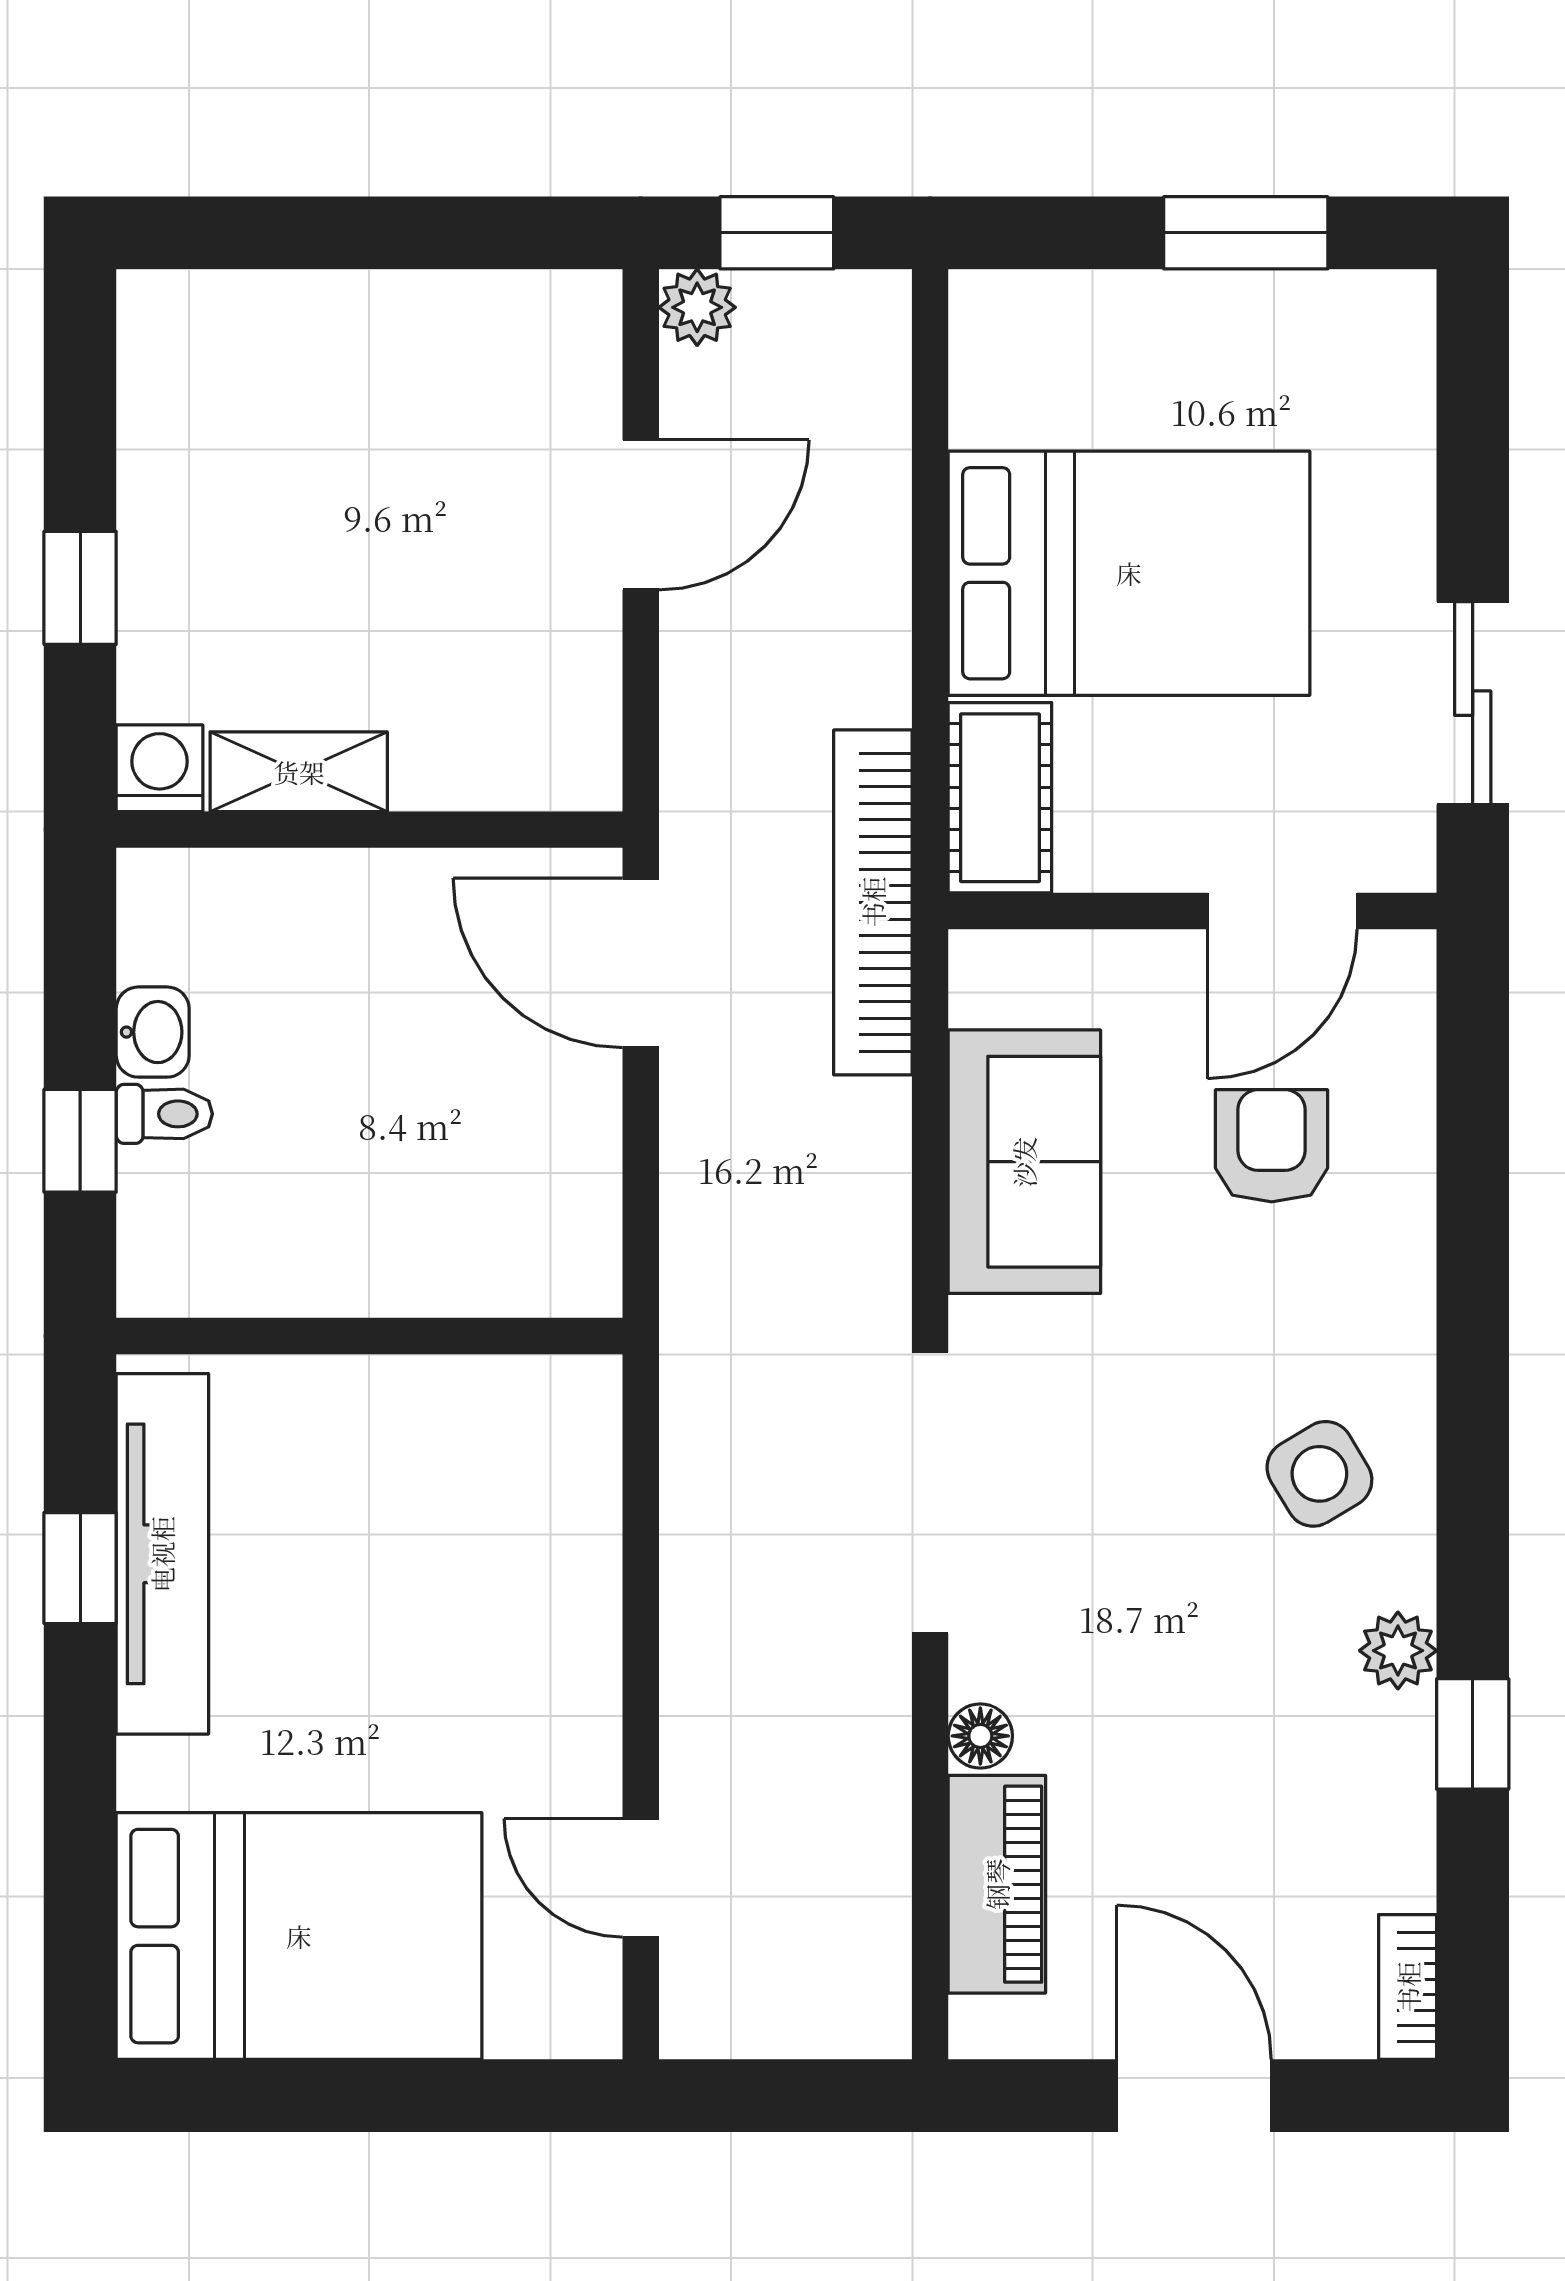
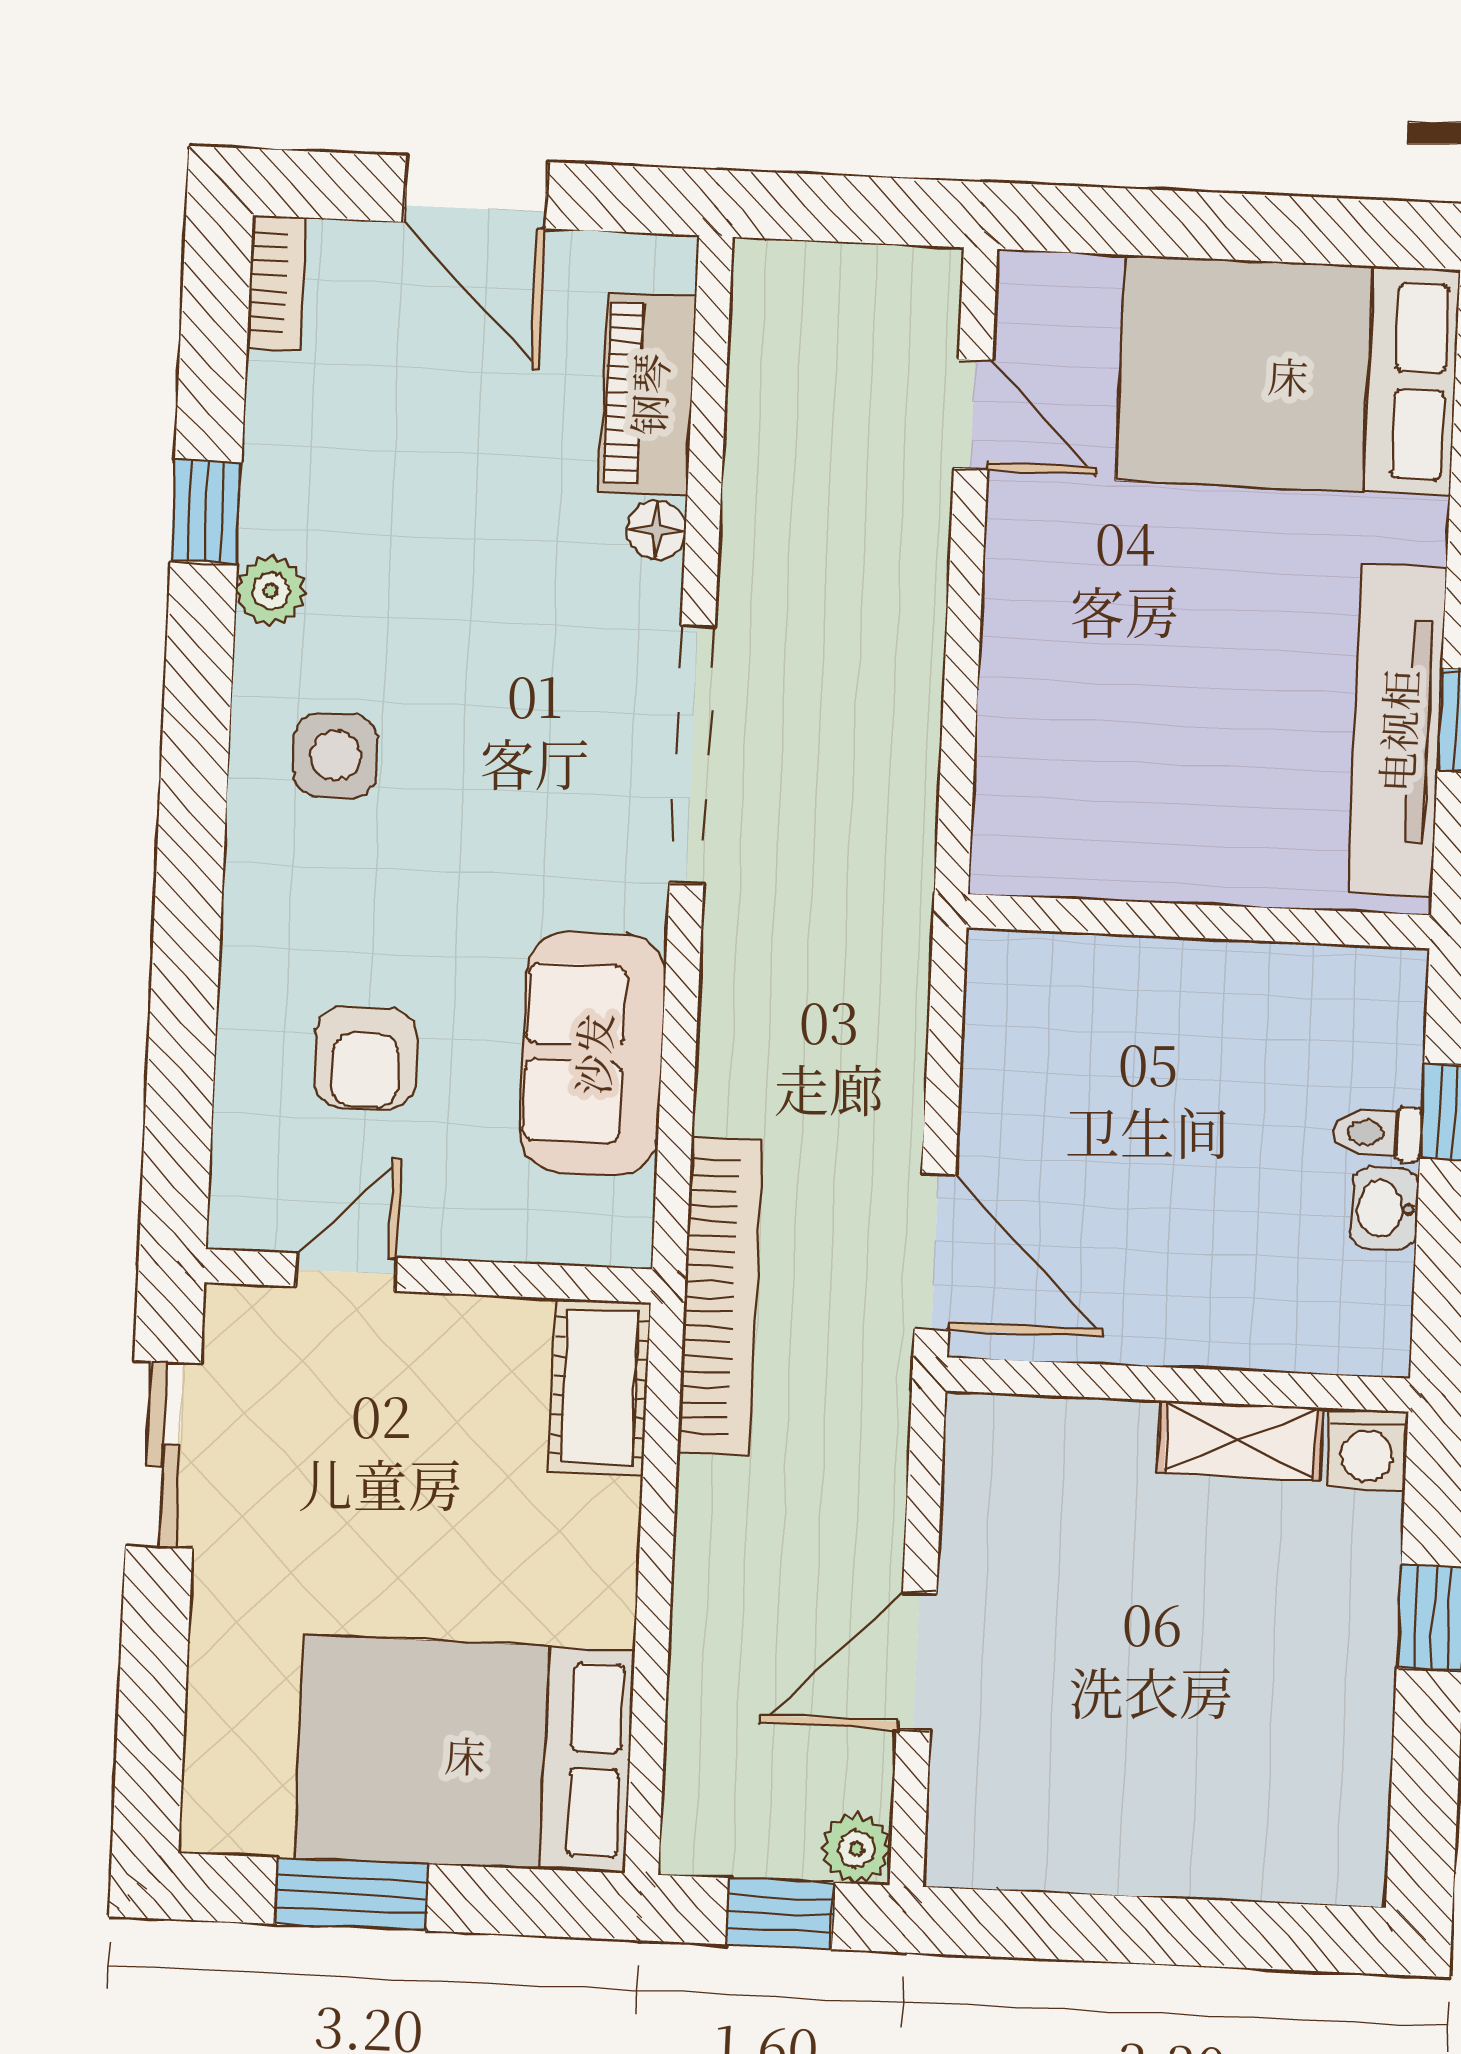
bed: (1129, 573) -> (465, 1754), moved
door: (1282, 911) -> (346, 1272), width x0.73
side table: (1319, 1474) -> (335, 756), turned 31

